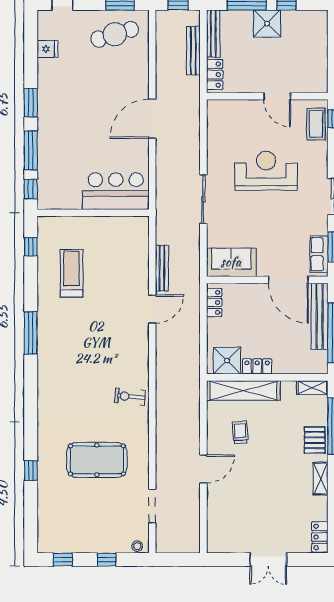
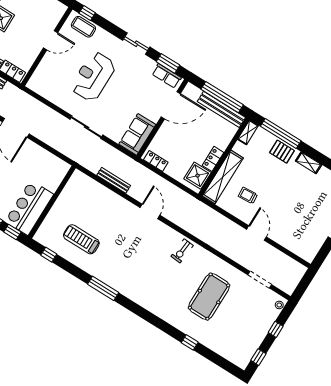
bar counter: (116, 191) -> (29, 208), moved
door: (152, 309) -> (150, 211), moved
bench: (320, 316) -> (221, 109), moved

